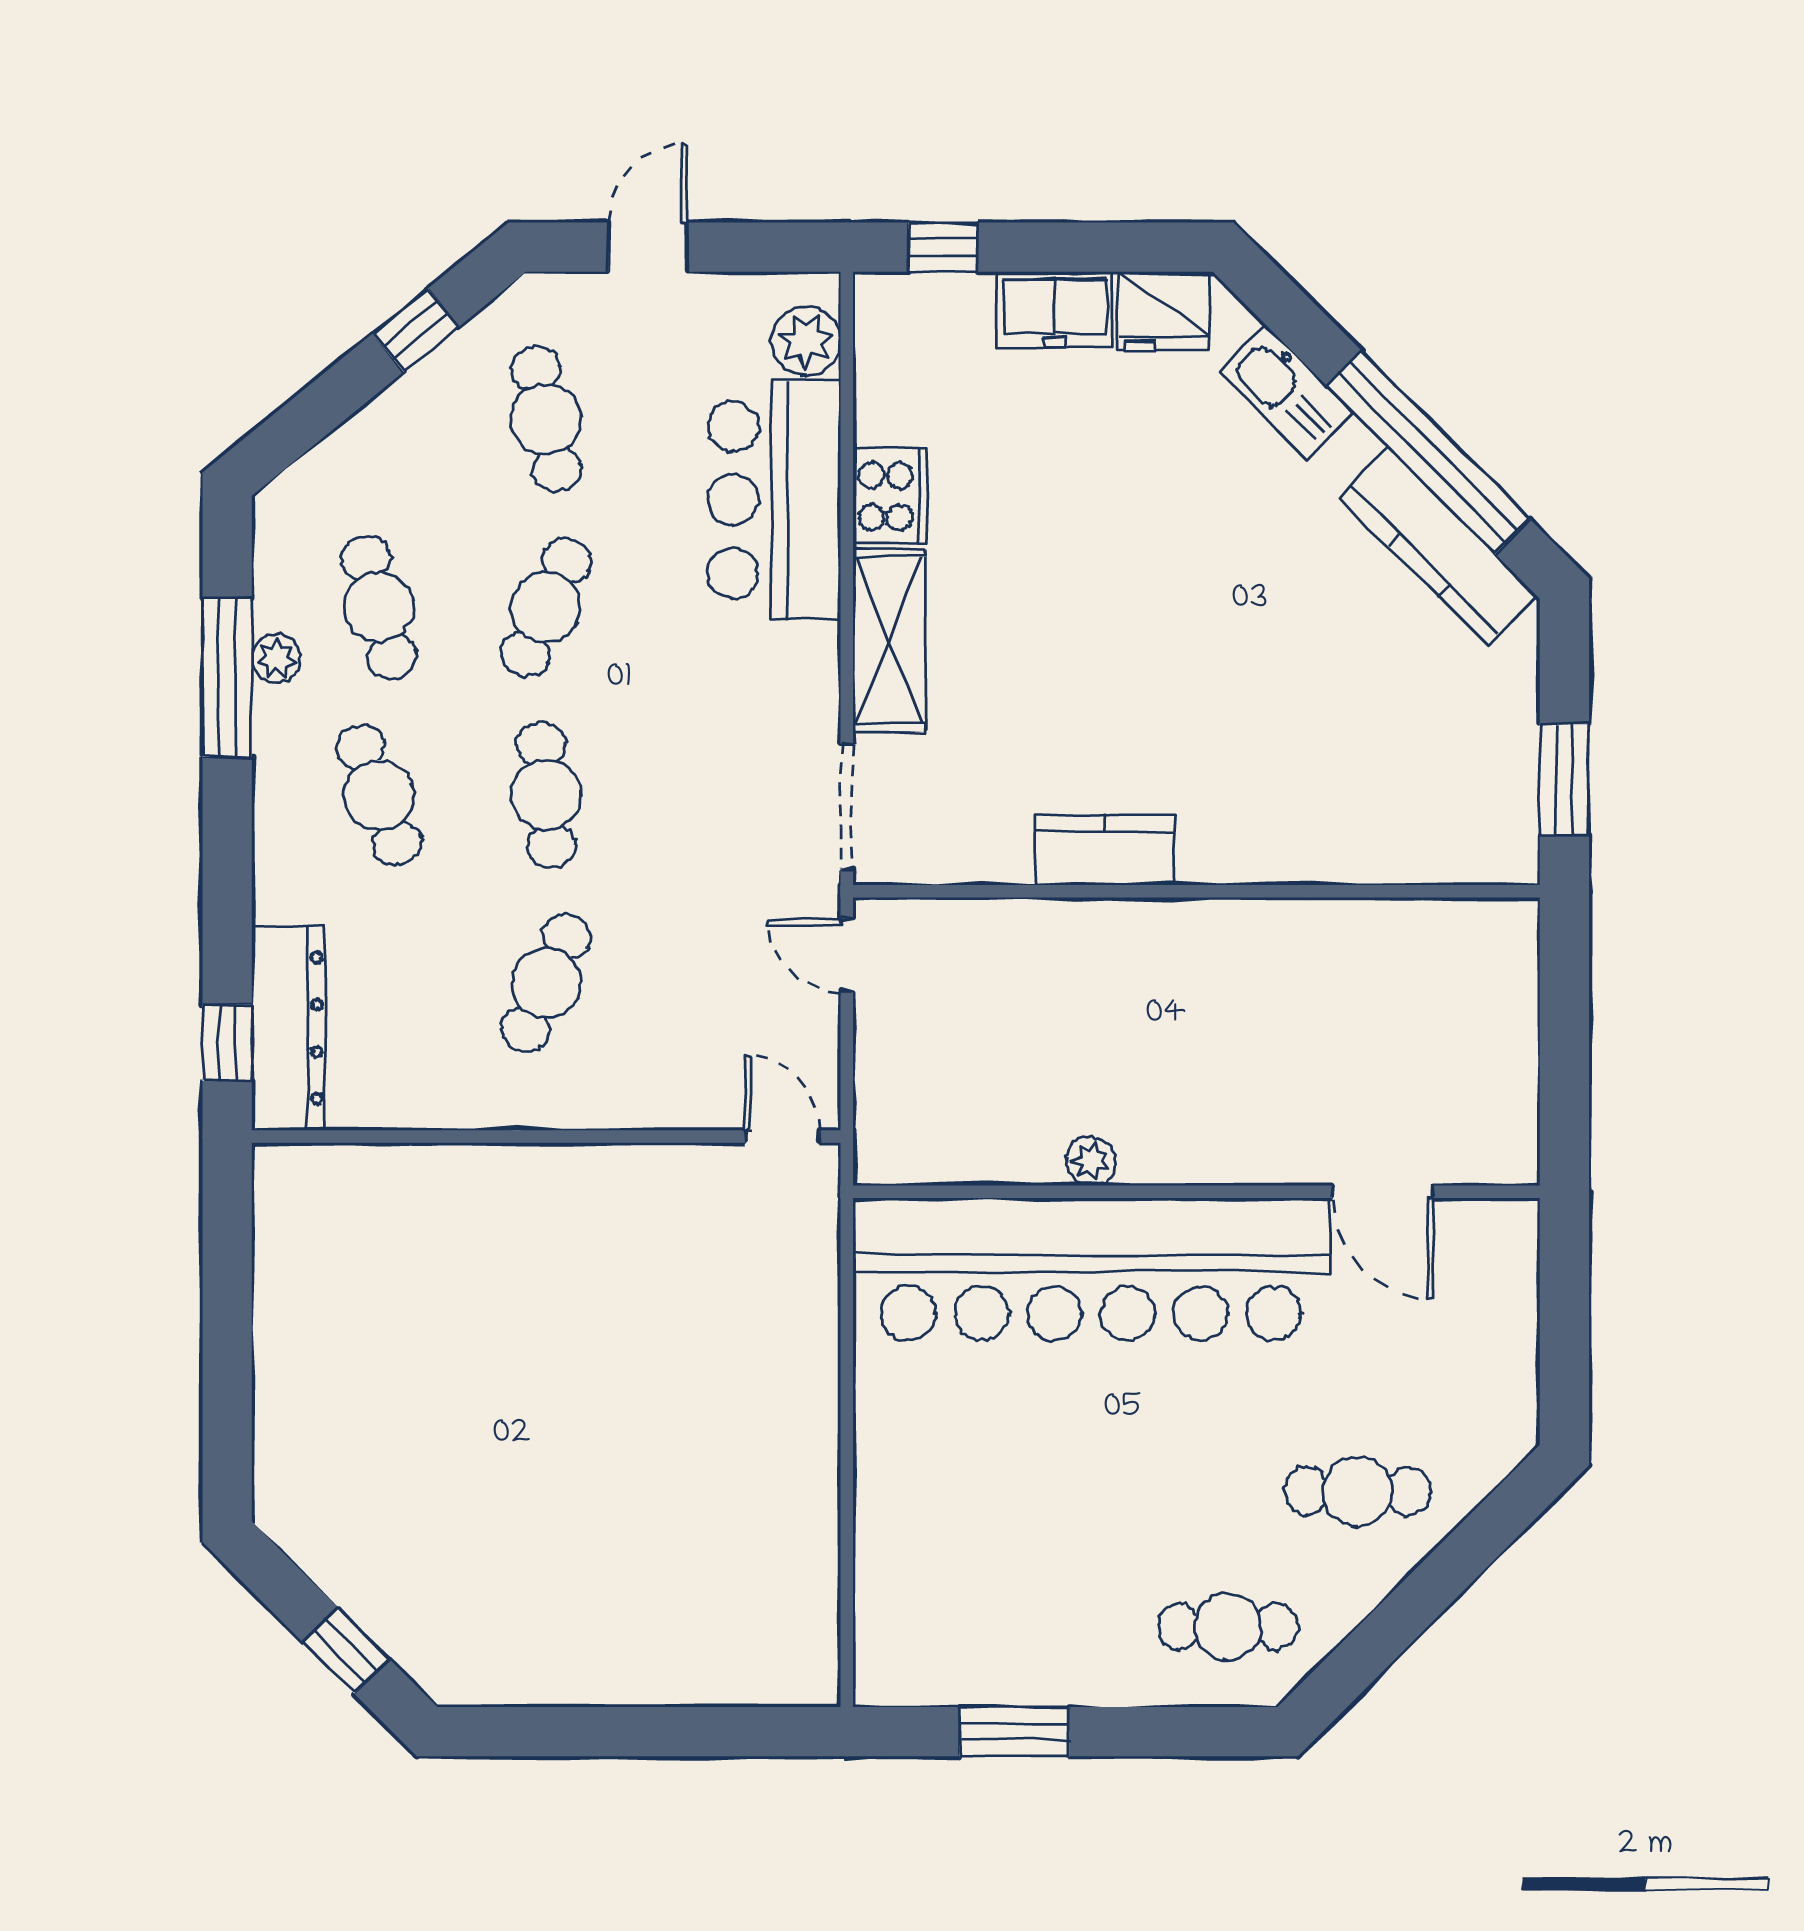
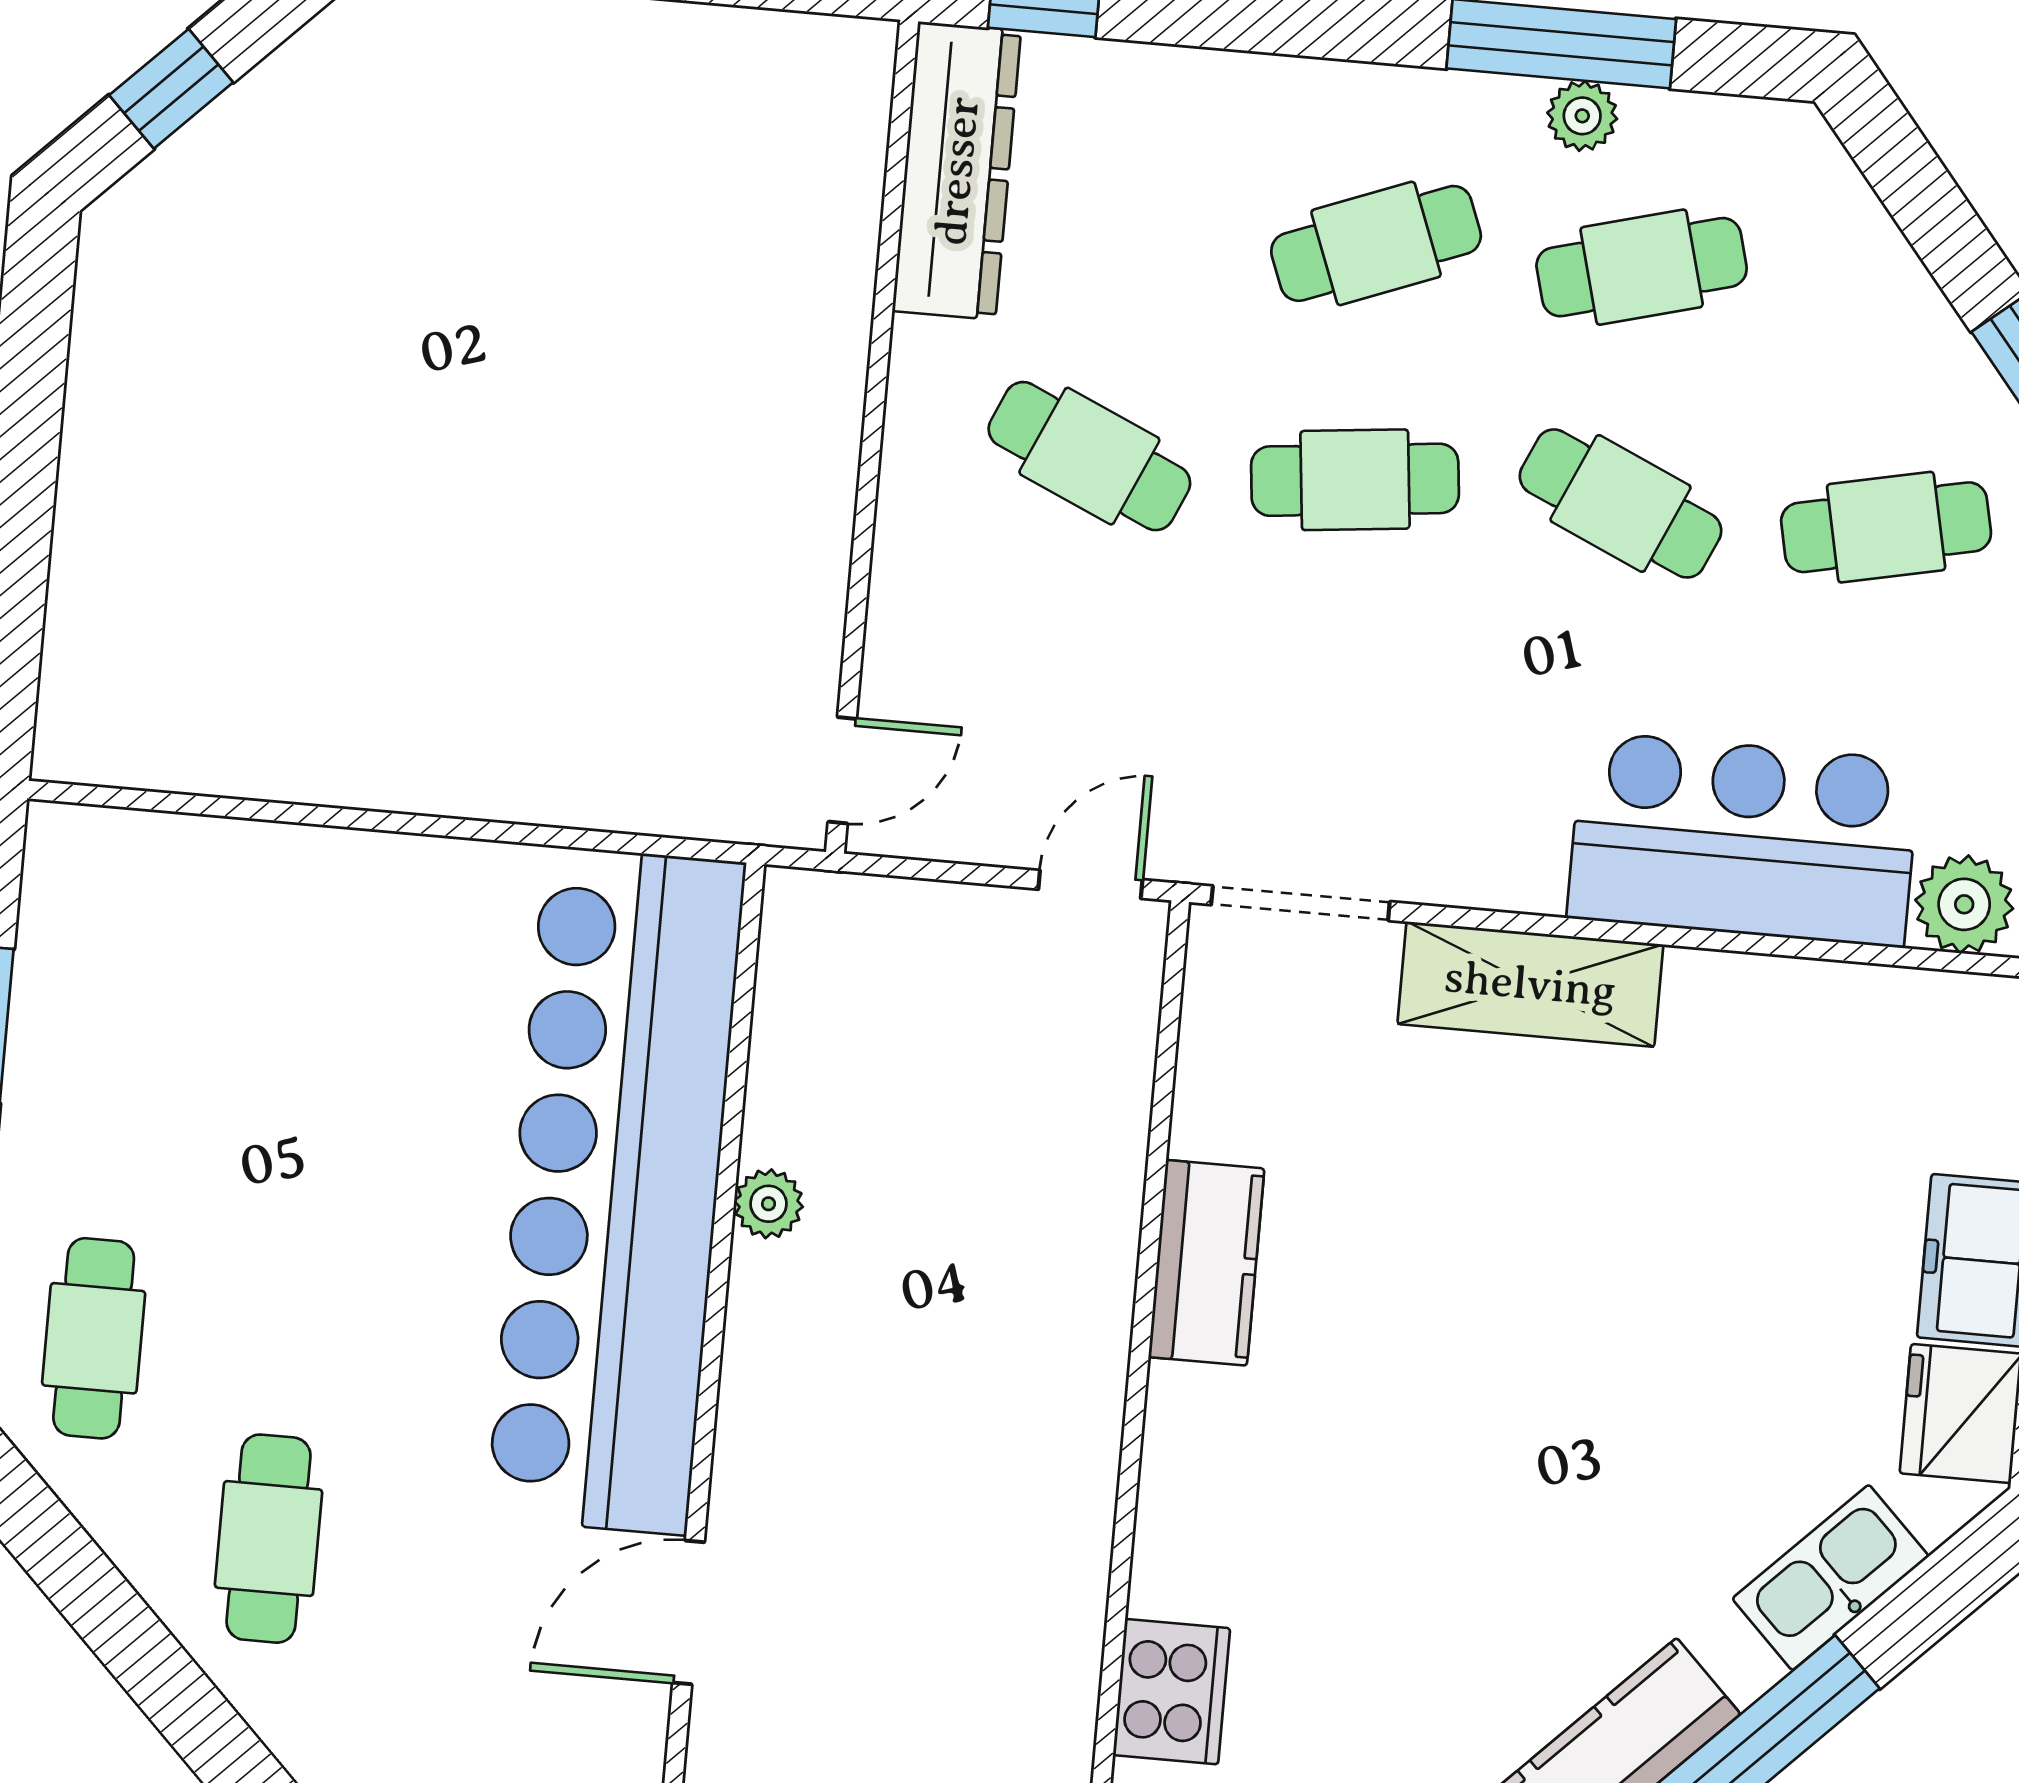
cooker: (890, 496) -> (1172, 1692), moved, turned -90
dresser: (288, 1028) -> (957, 171), moved, turned -90

